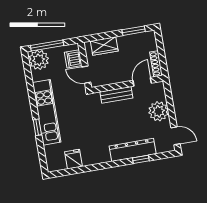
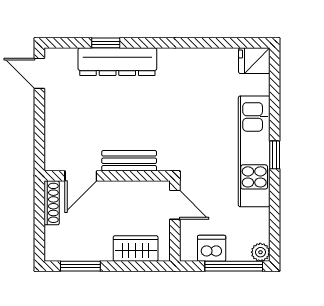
dishwasher: (73, 59) -> (212, 248), moved, turned -90
plant: (39, 60) -> (260, 252), width x0.53, depth x0.53
plant: (158, 111) -> (61, 120), removed
window: (37, 127) -> (275, 155), moved
fridge: (74, 159) -> (254, 61), moved, turned 90

